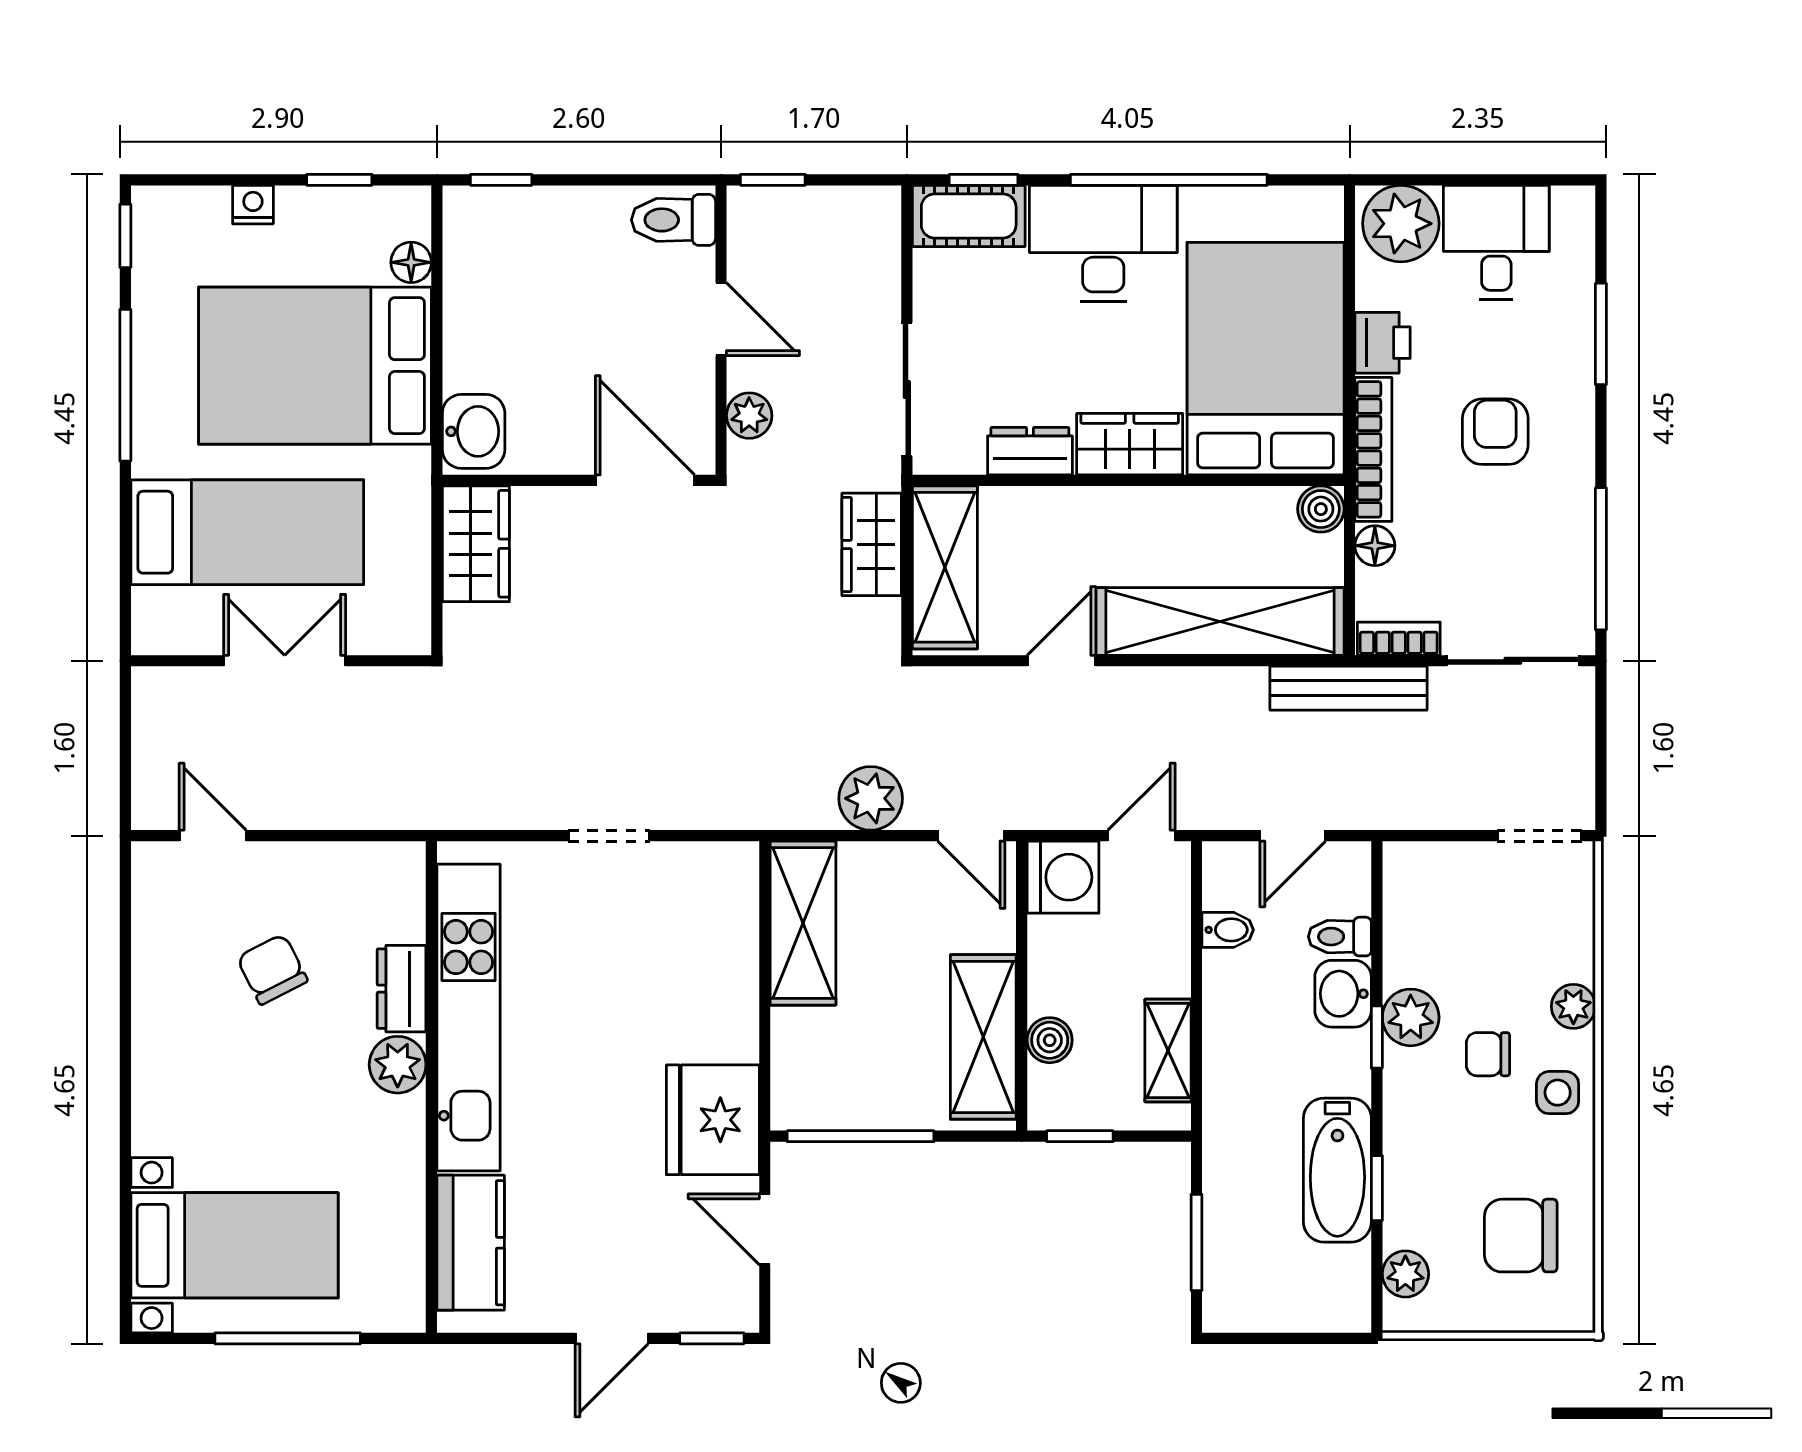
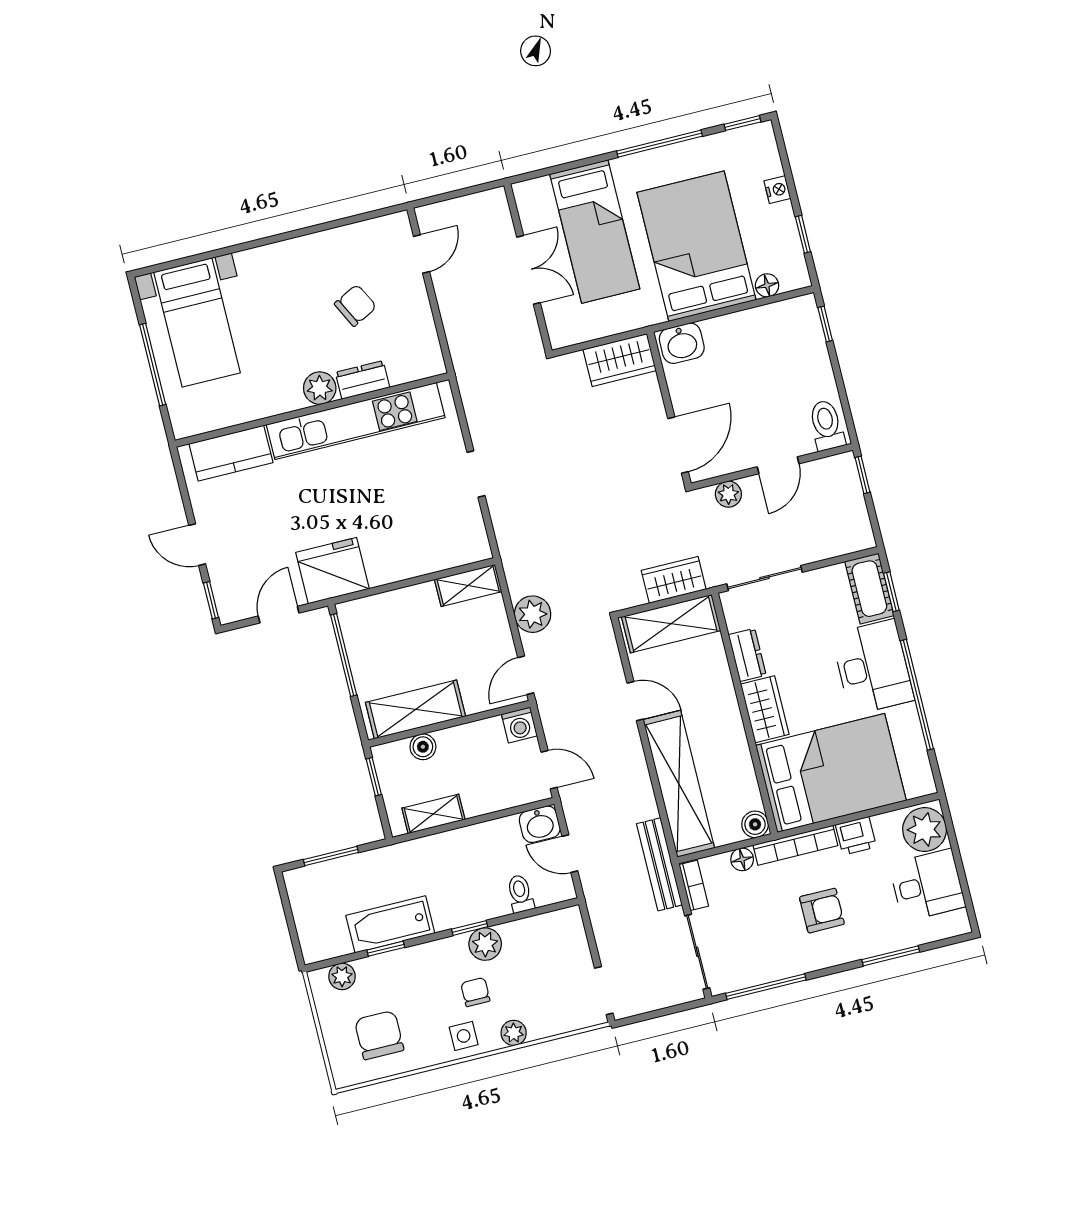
washing machine: (1063, 877) -> (519, 725), width x0.73, depth x0.73
shelving: (803, 923) -> (468, 585), width x0.67, depth x0.75
bidet: (1228, 930) -> (509, 830), removed
washbasin: (1343, 994) -> (540, 824), moved, turned 180

